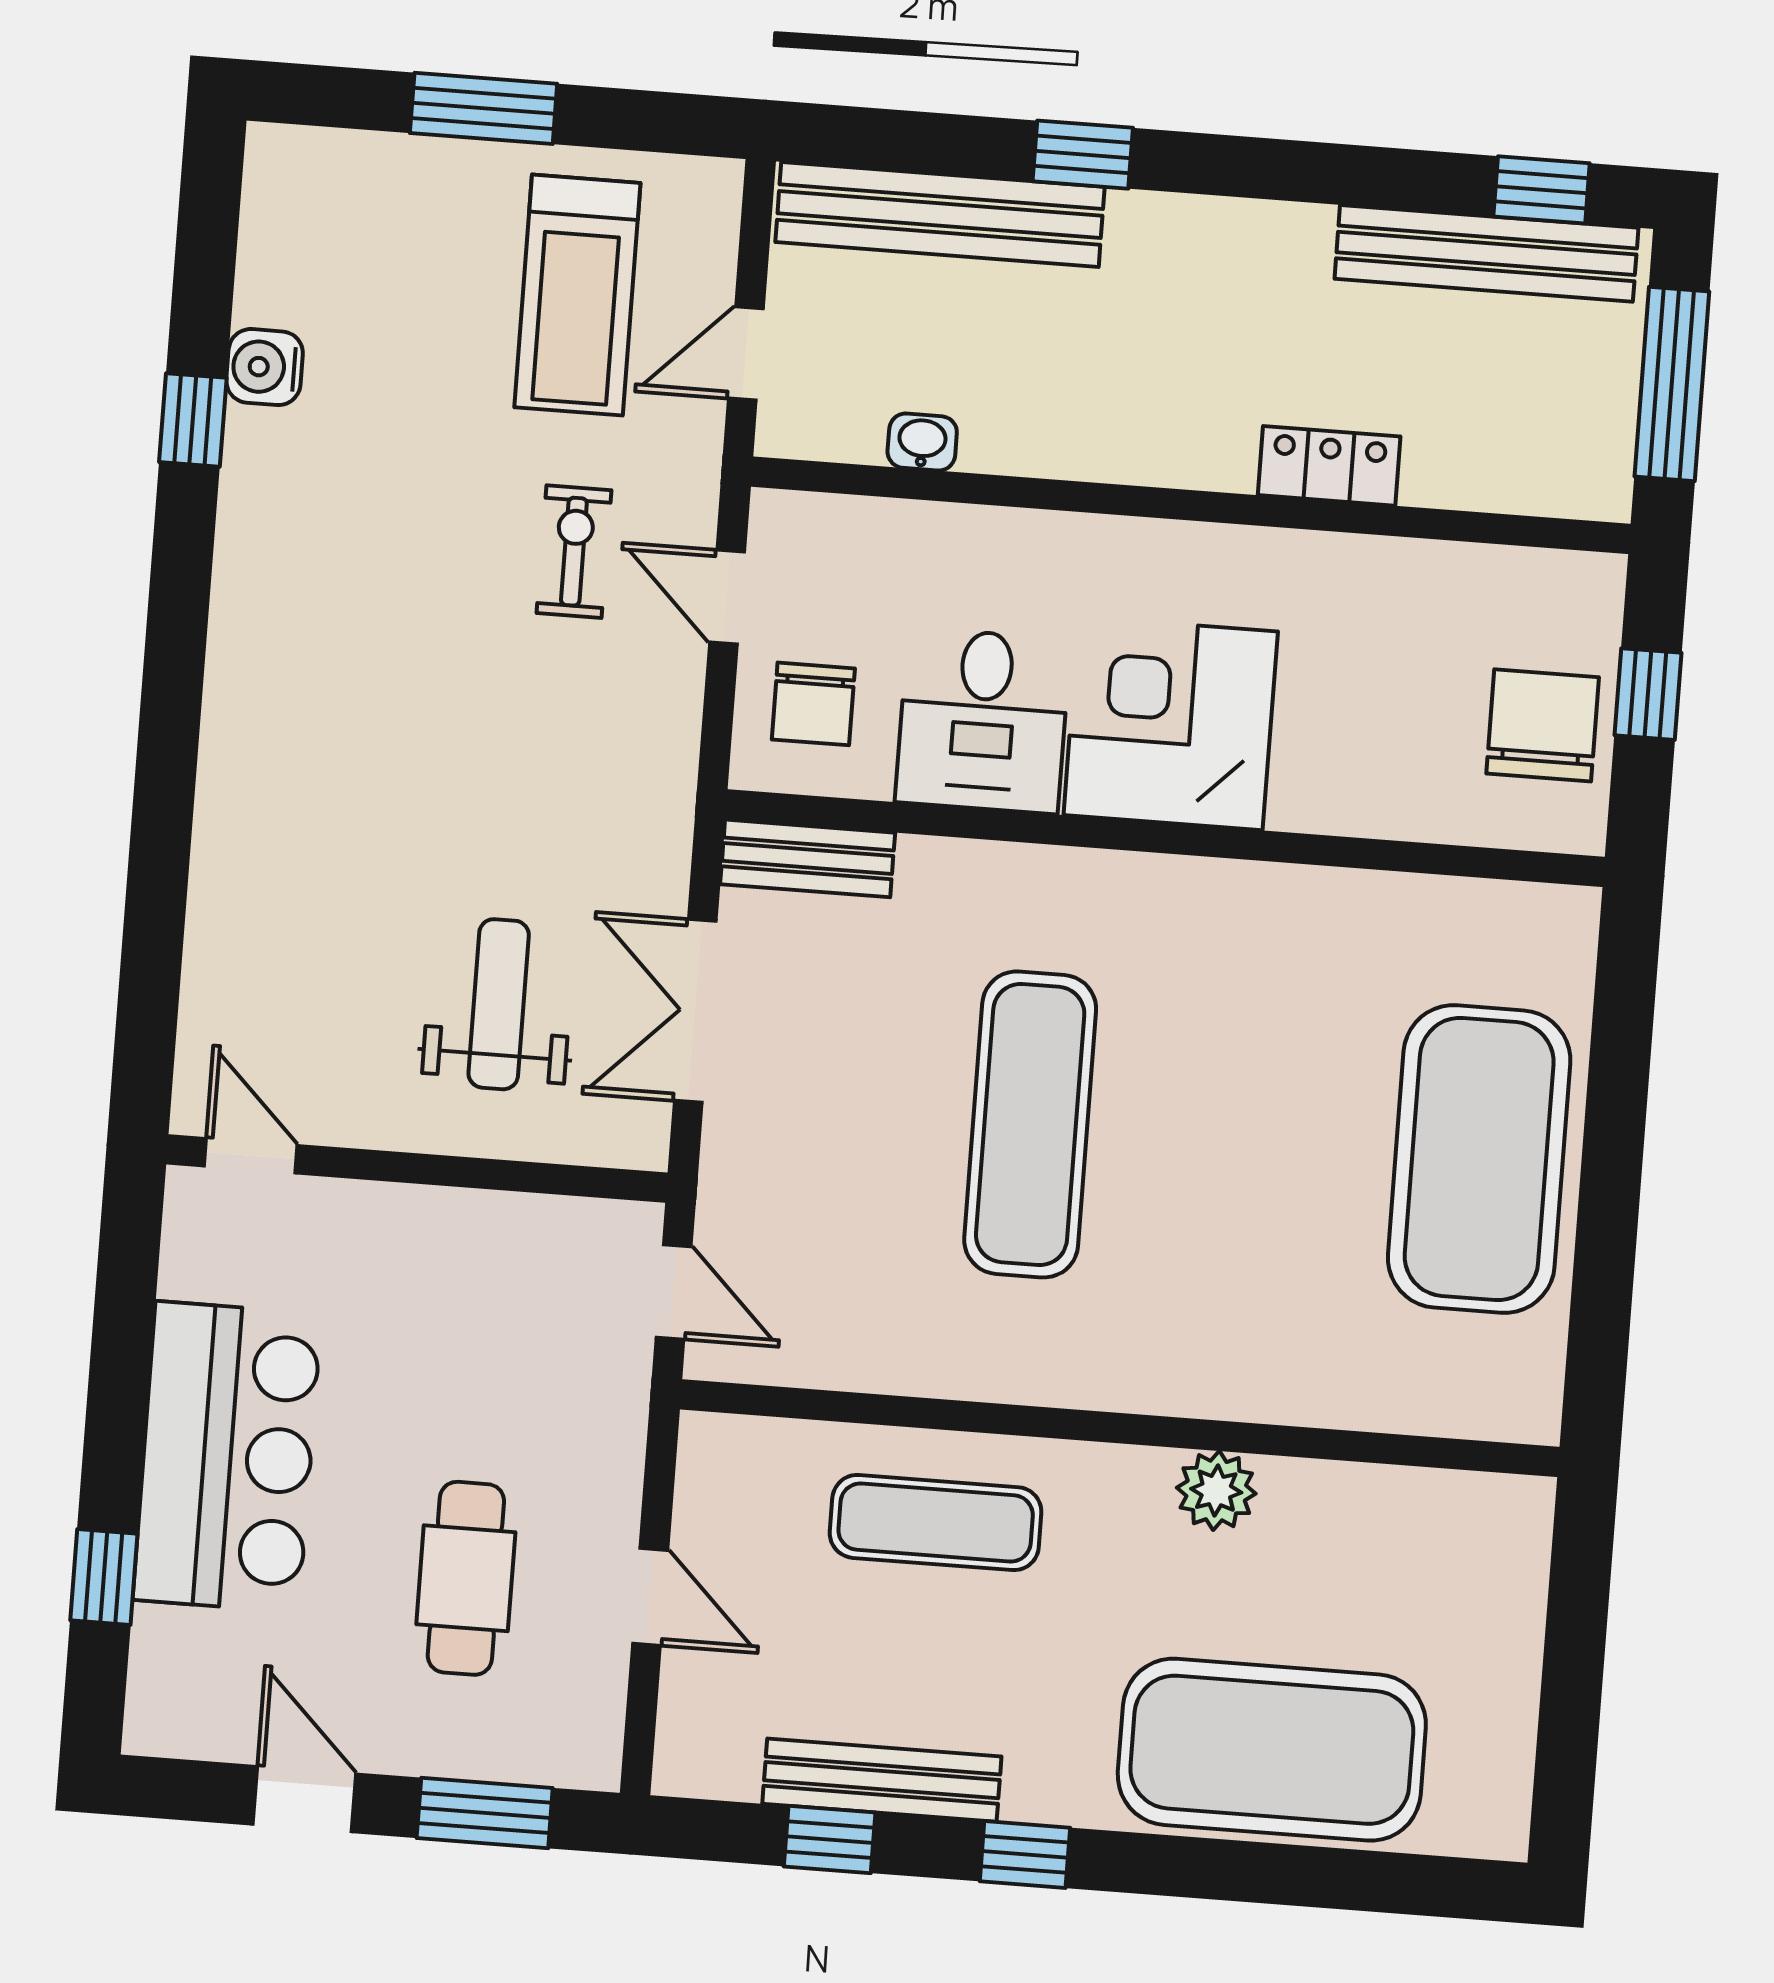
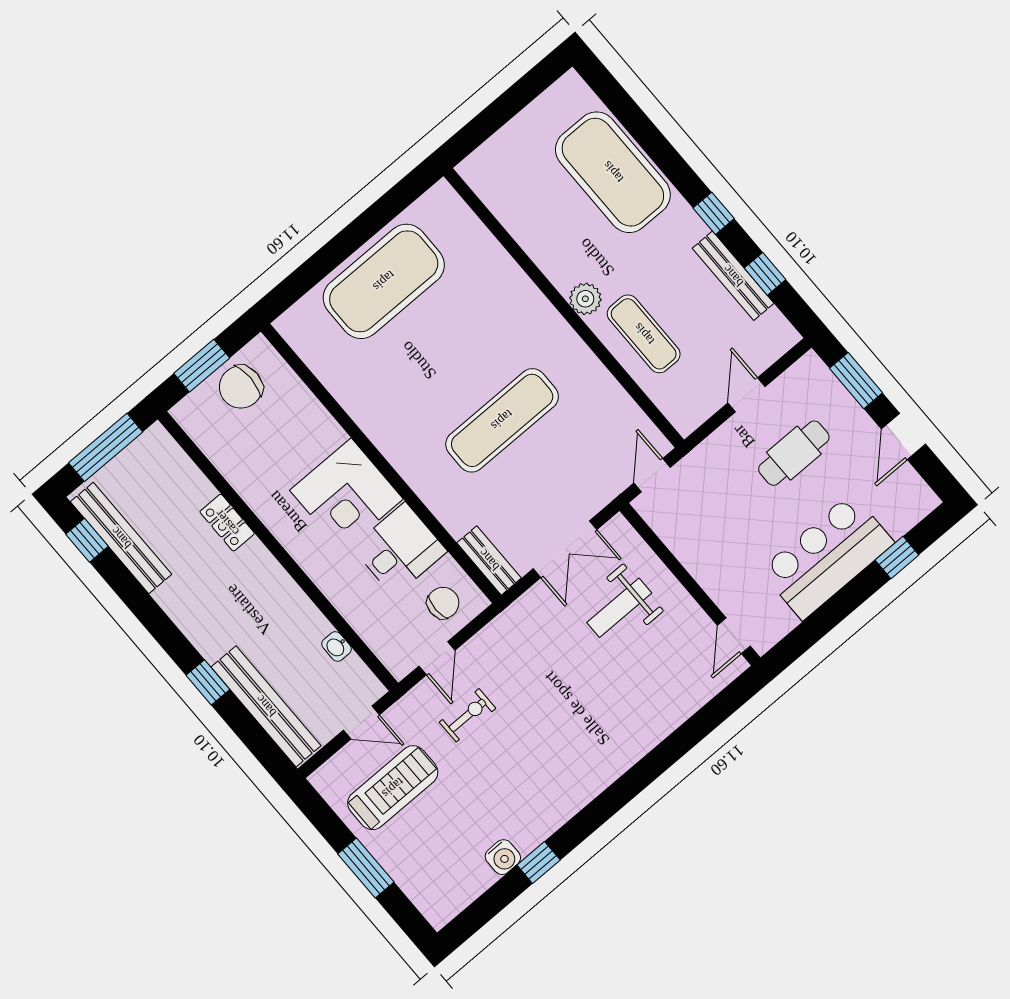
exercise bike: (574, 552) -> (468, 715), turned 180
window: (1648, 694) -> (202, 366), width x1.50
plant: (1216, 1491) -> (585, 299), moved

